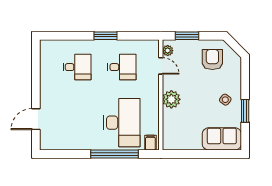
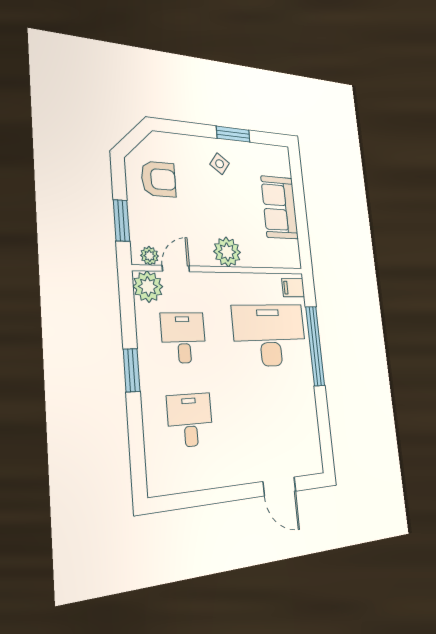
plant: (150, 48) -> (148, 287), added
armchair: (212, 59) -> (159, 179), turned 180
sofa: (222, 139) -> (280, 207), moved

